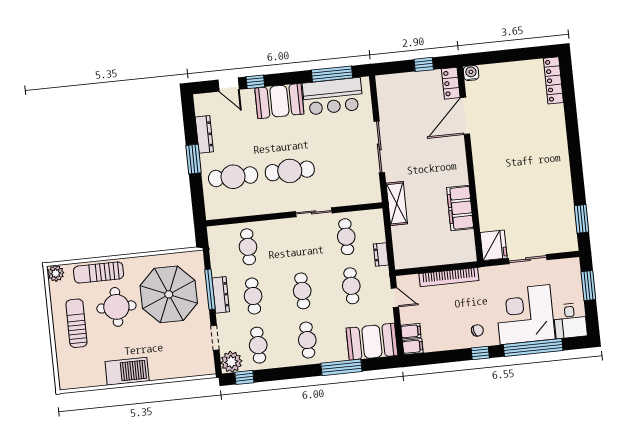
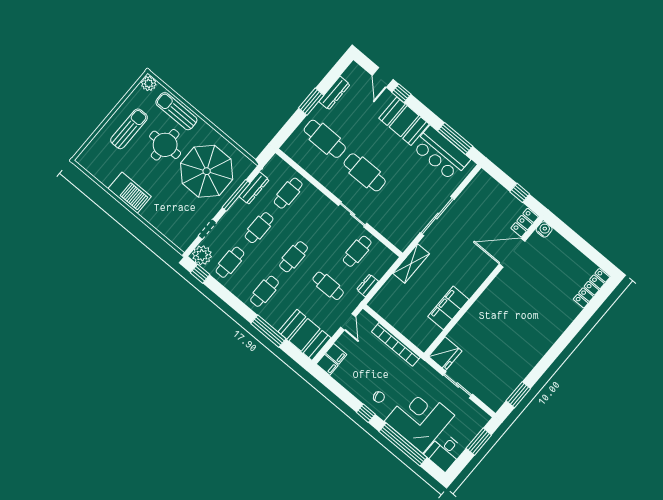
cafe table: (351, 286) -> (328, 286), turned 90
dresser: (221, 295) -> (254, 188), moved

